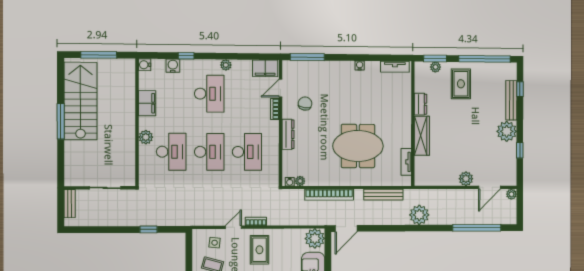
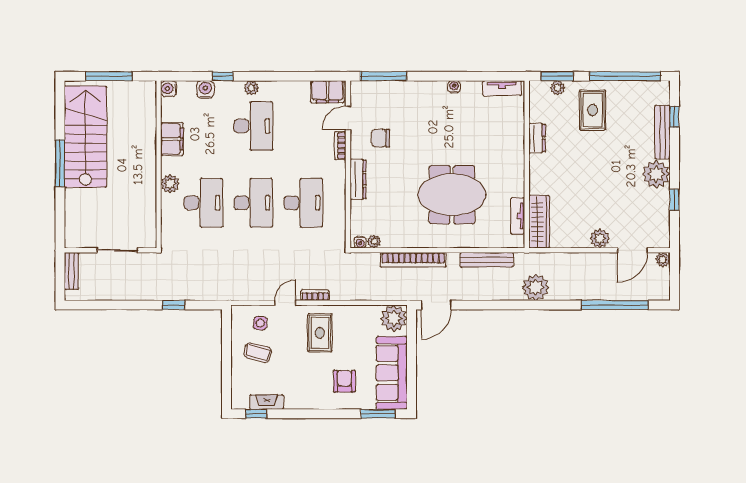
plant: (226, 65) -> (251, 88), moved
chair: (305, 104) -> (381, 138), turned -99
wardrobe: (422, 136) -> (539, 222), moved

